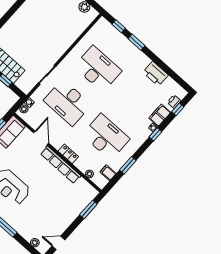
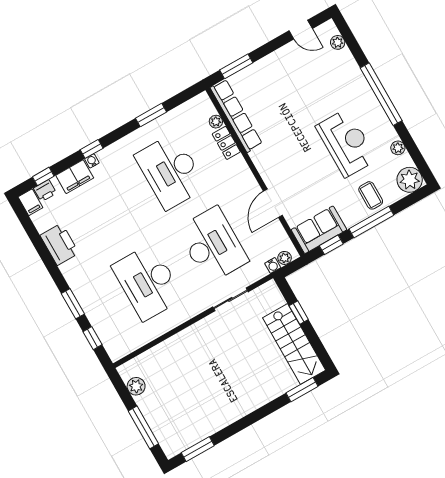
locker: (68, 154) -> (226, 143), moved
row of seats: (61, 165) -> (236, 116), moved
filing cabinet: (108, 173) -> (30, 202), moved

